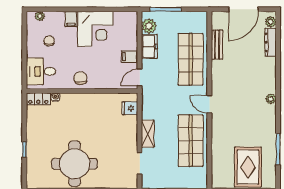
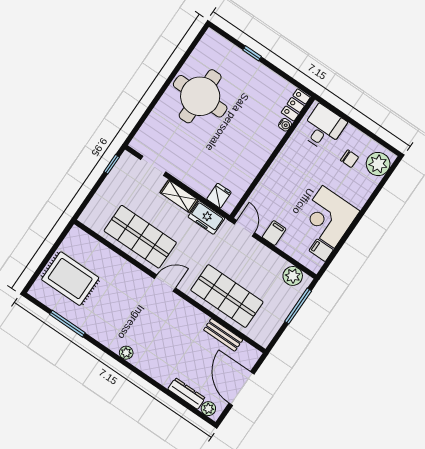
plant: (40, 16) -> (378, 164), width x1.87, depth x1.87
filing cabinet: (71, 19) -> (321, 250), moved
freezer: (149, 47) -> (206, 218), moved
chair: (80, 78) -> (287, 165), removed

